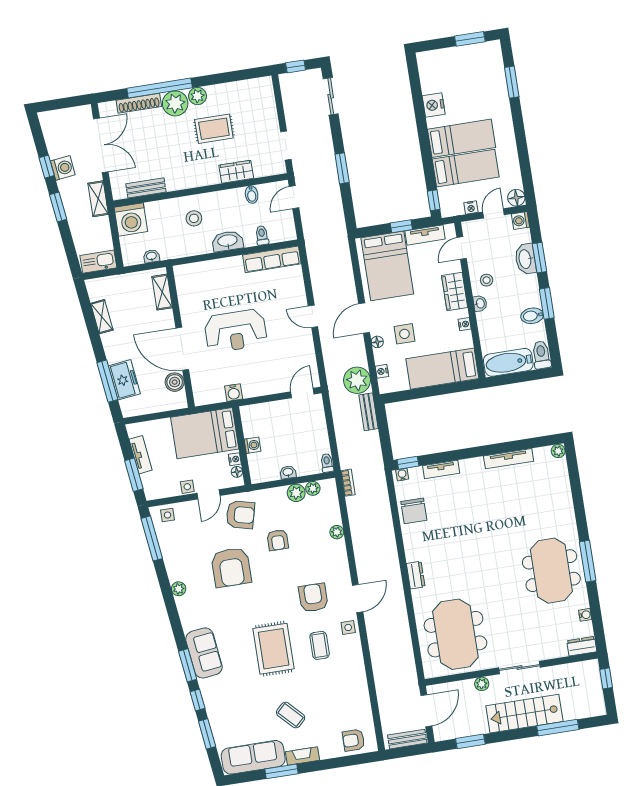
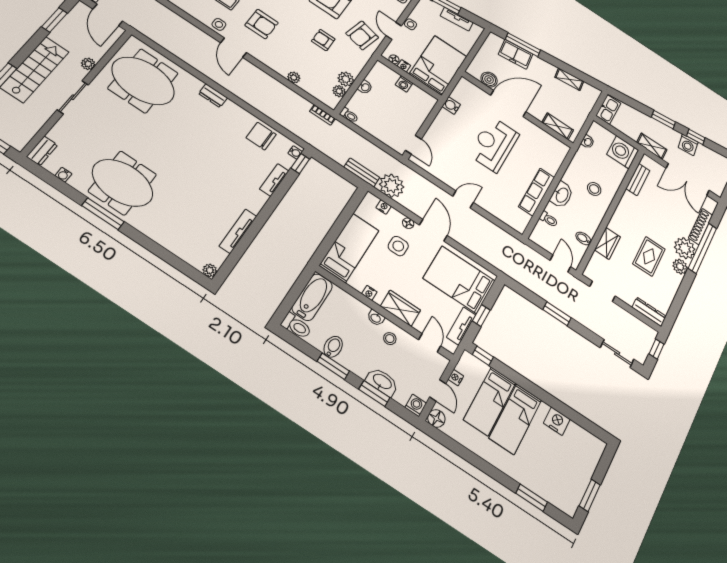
dresser: (267, 95) -> (649, 312), added
row of seats: (272, 259) -> (536, 192), moved

